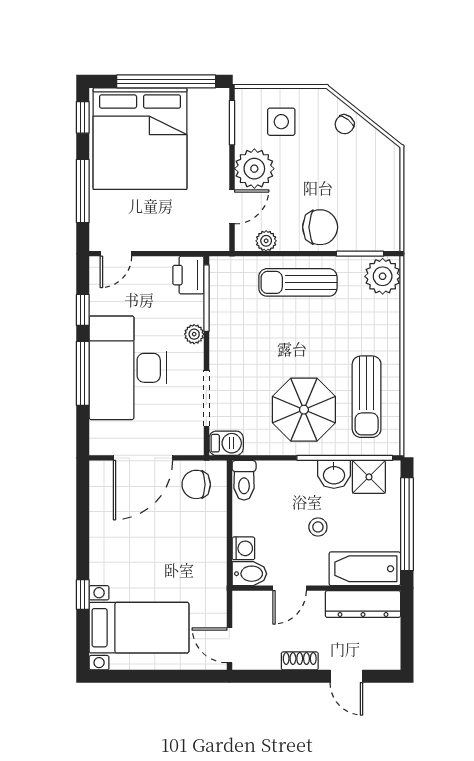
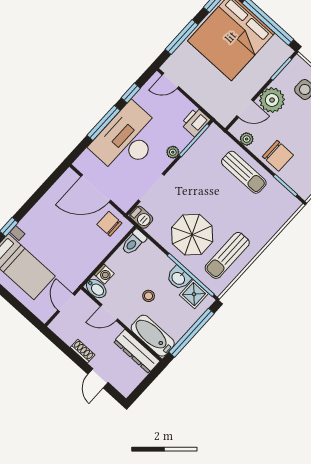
plant: (383, 276) -> (286, 206), removed
sun lounger: (298, 282) -> (244, 172), turned 180
door: (229, 645) -> (66, 303), moved

